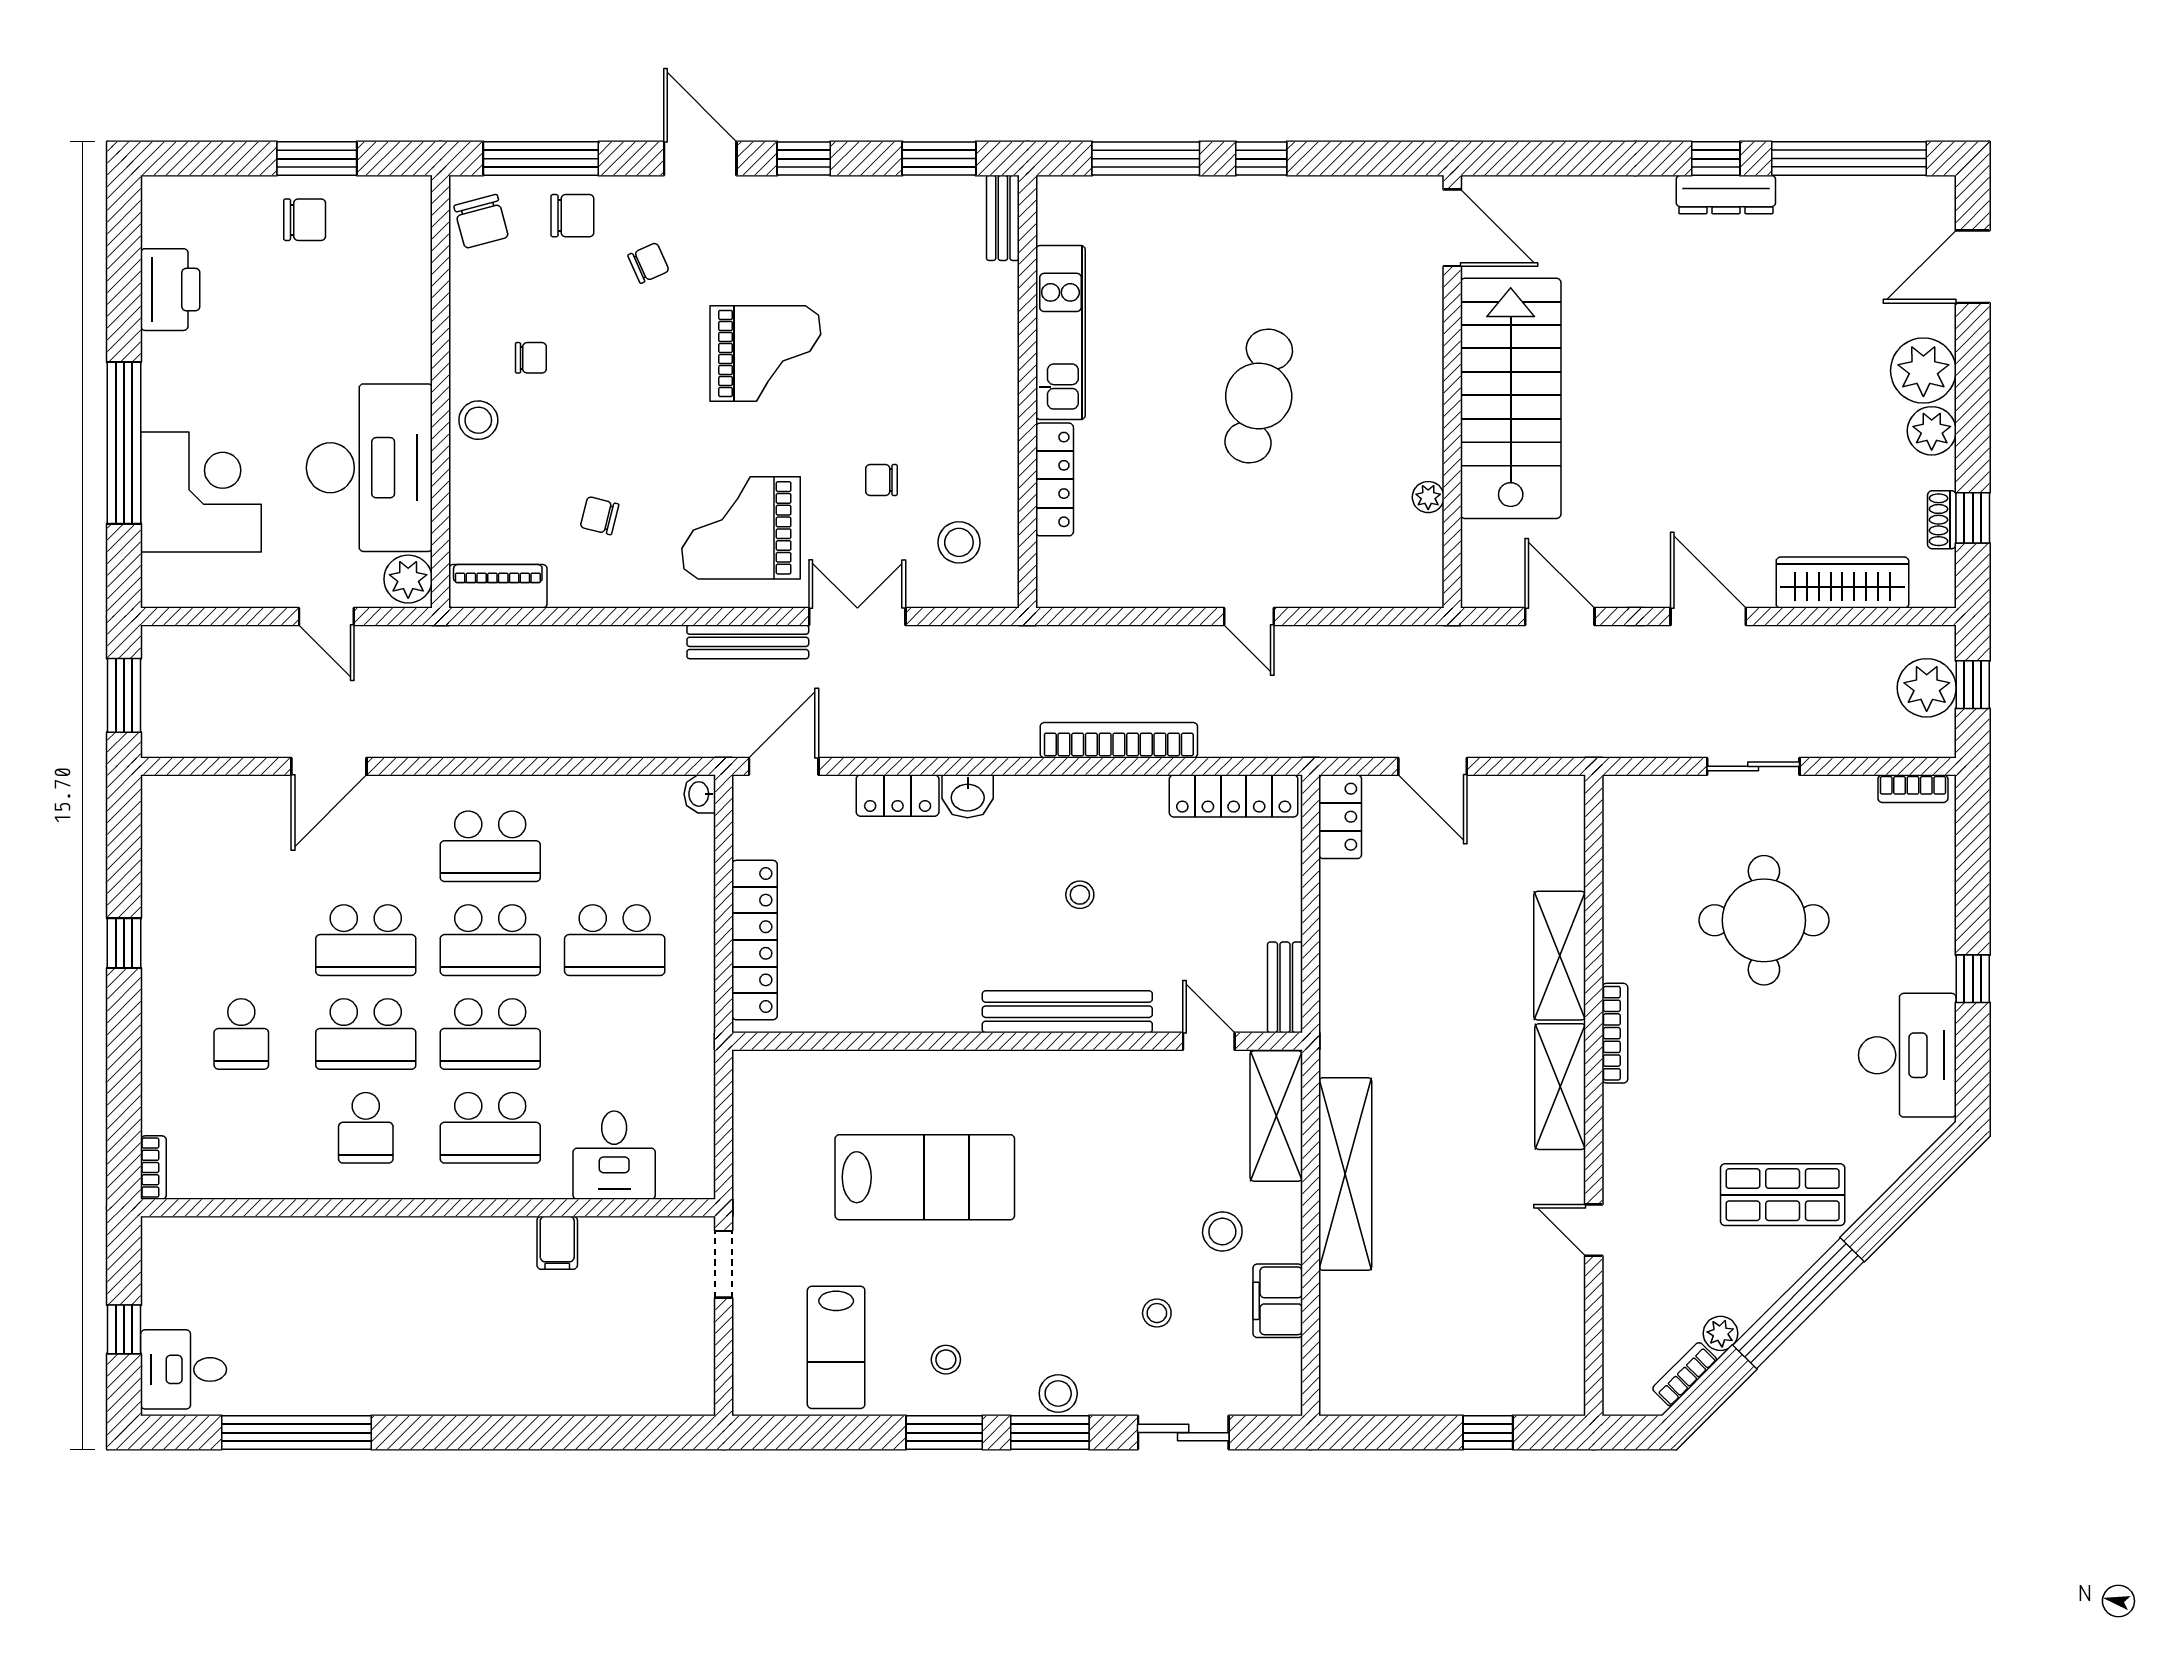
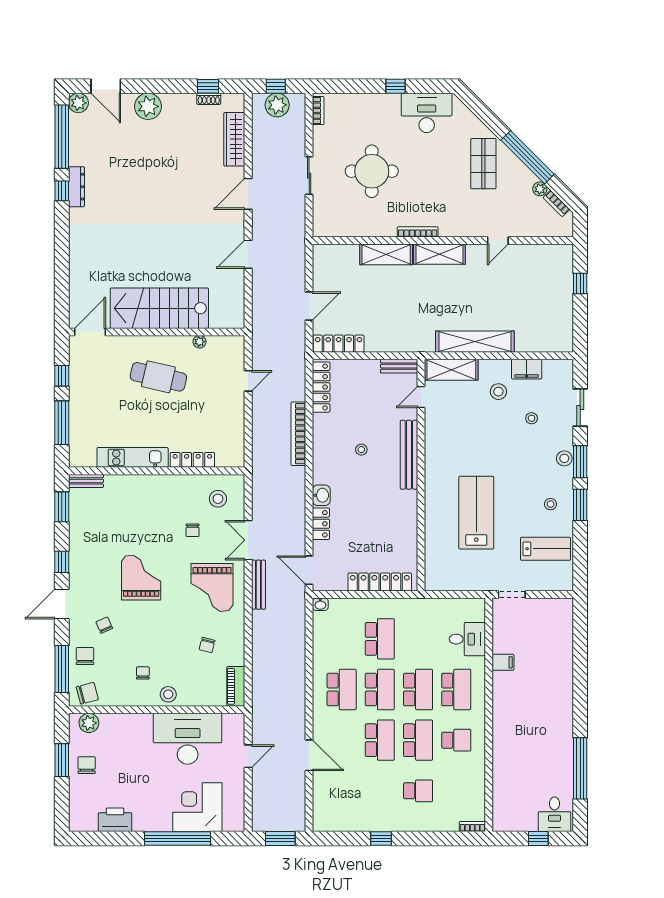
door: (1452, 228) -> (90, 332), moved
wall: (1452, 392) -> (157, 332), moved
stairs: (1511, 398) -> (159, 308), moved
plant: (1932, 431) -> (78, 103), moved
plant: (1428, 497) -> (200, 342), moved
plant: (408, 579) -> (89, 723), moved
locker: (1340, 817) -> (339, 344), width x1.53

